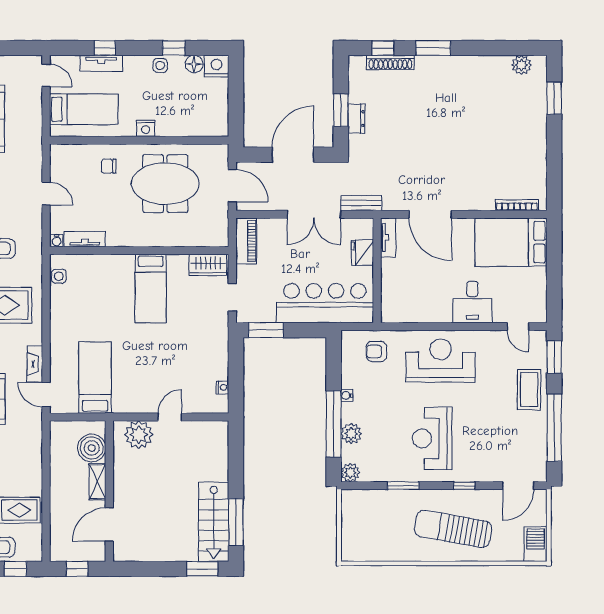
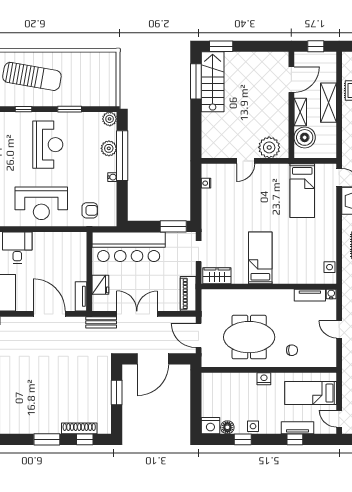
dresser: (356, 119) -> (105, 386), removed
shelving: (60, 494) -> (329, 103), added

